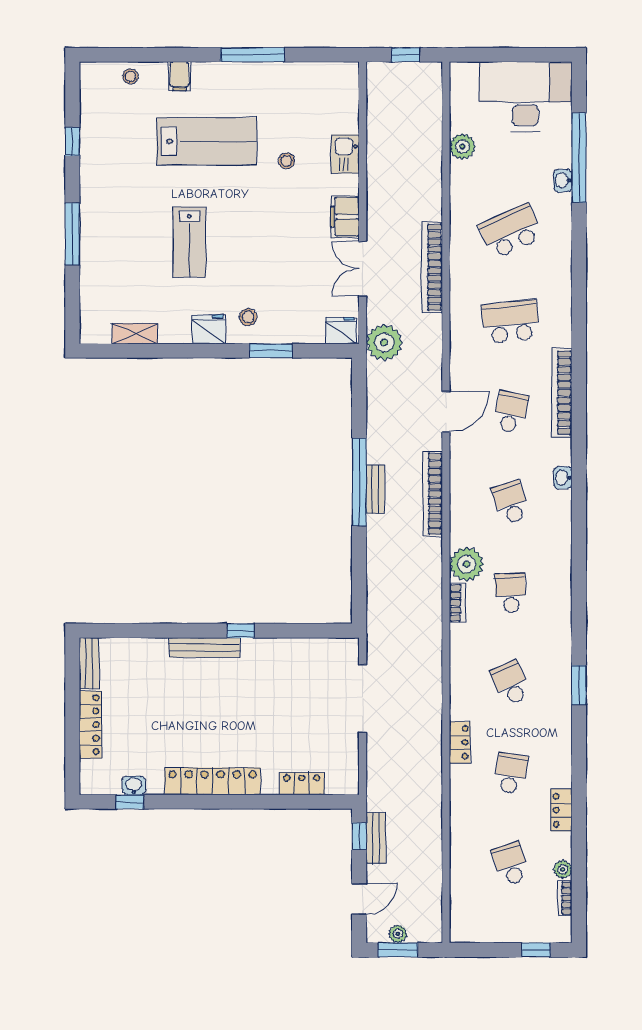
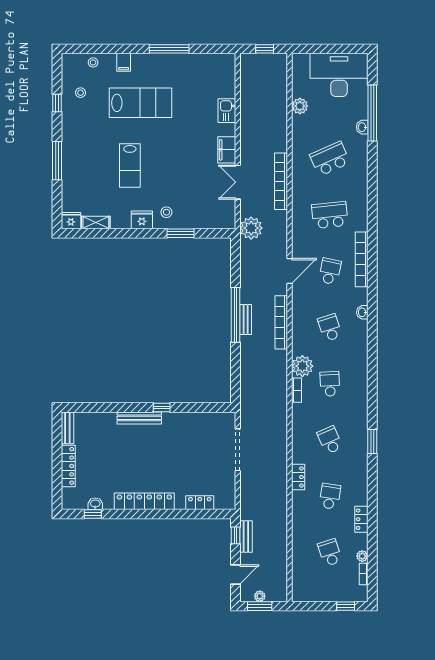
stool: (287, 161) -> (81, 93), moved
fridge: (341, 331) -> (71, 221), moved

